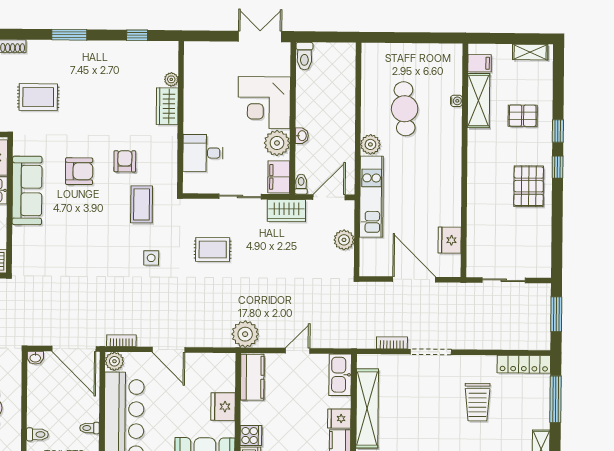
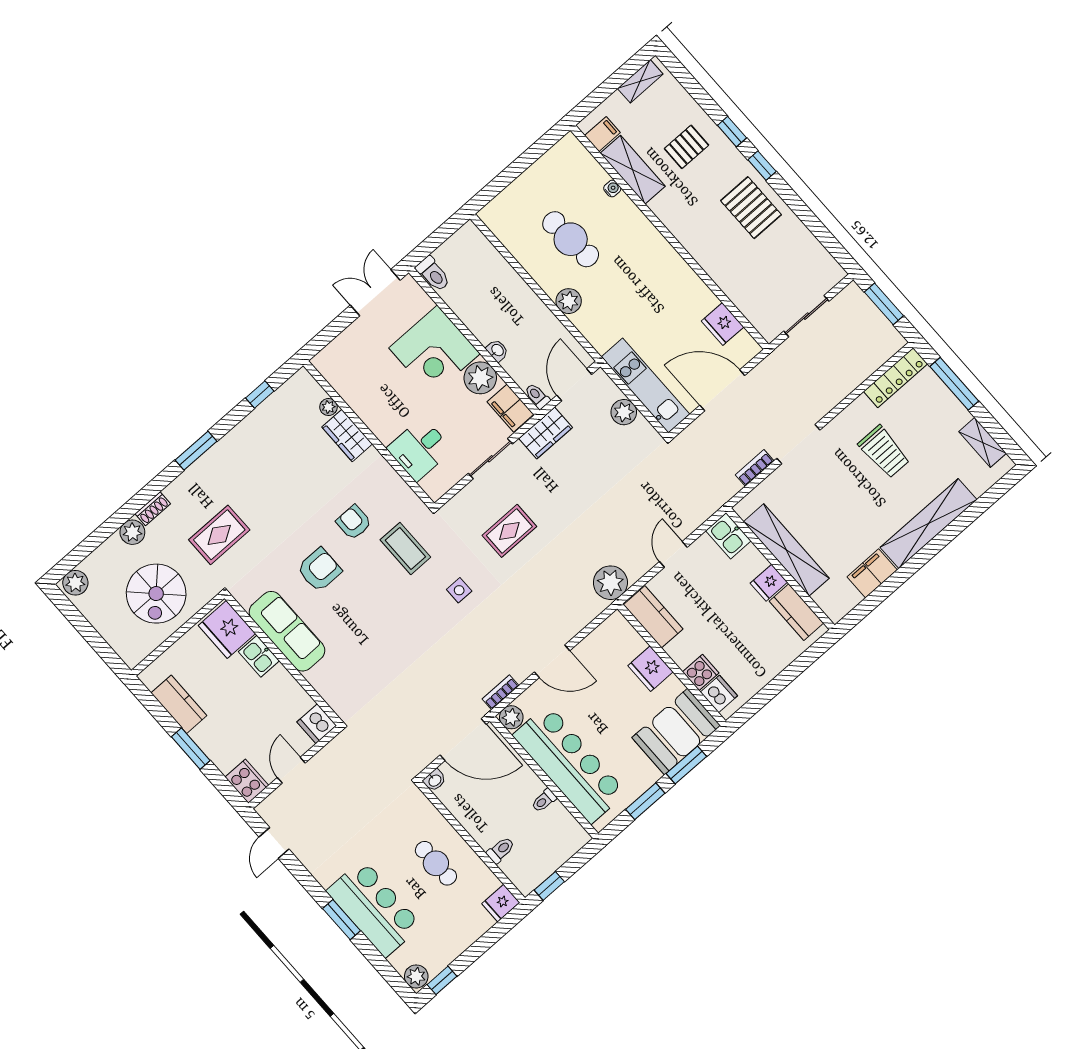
kitchen unit: (371, 197) -> (645, 386), moved
kitchen sink: (340, 375) -> (728, 536), width x0.73

